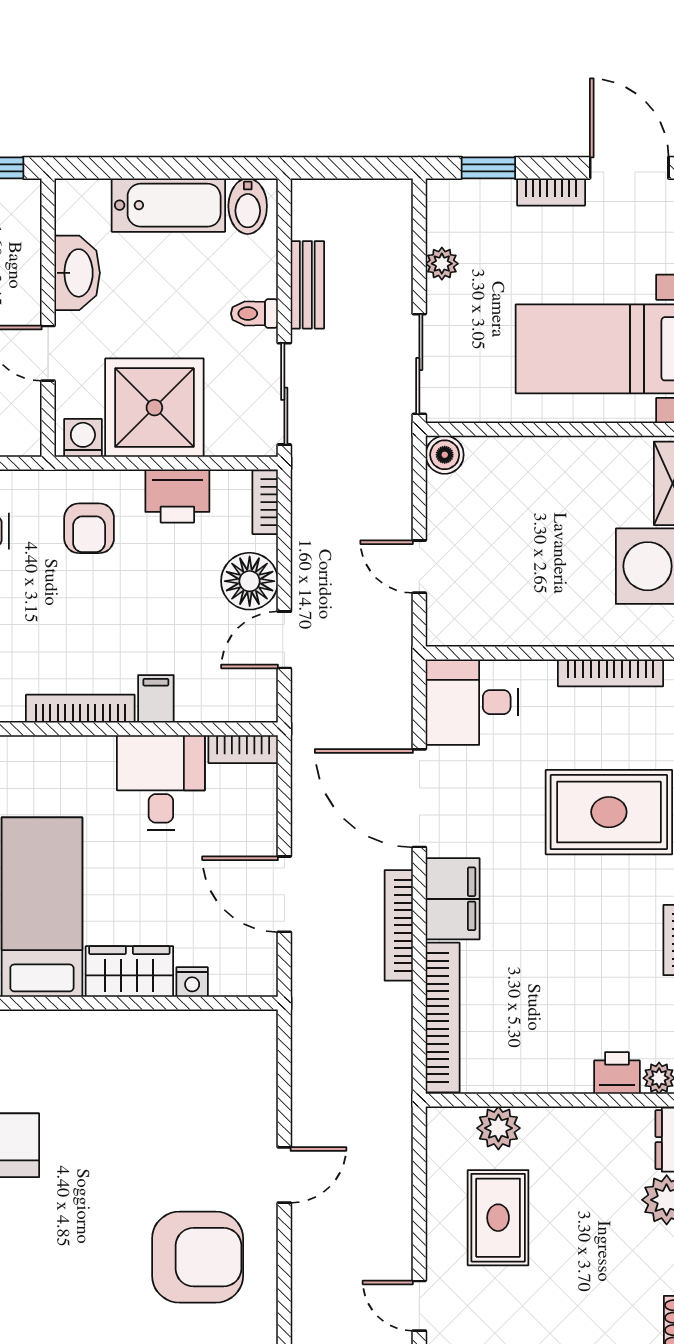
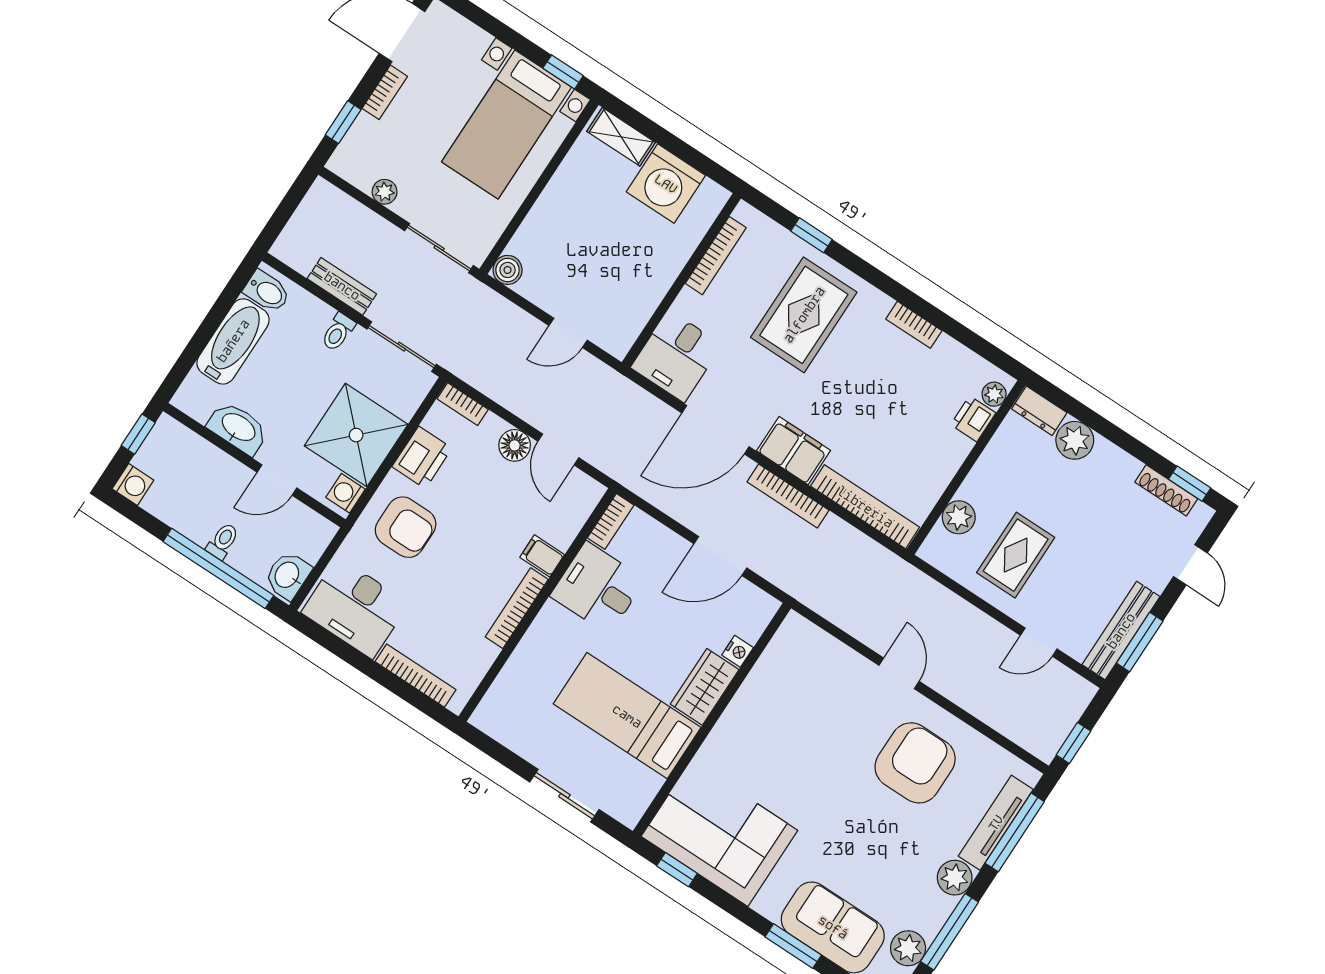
armchair: (89, 528) -> (406, 527), width x1.38, depth x1.38
floor lamp: (250, 581) -> (515, 445), width x0.73, depth x0.73
rug: (498, 1218) -> (1016, 555), turned 90

